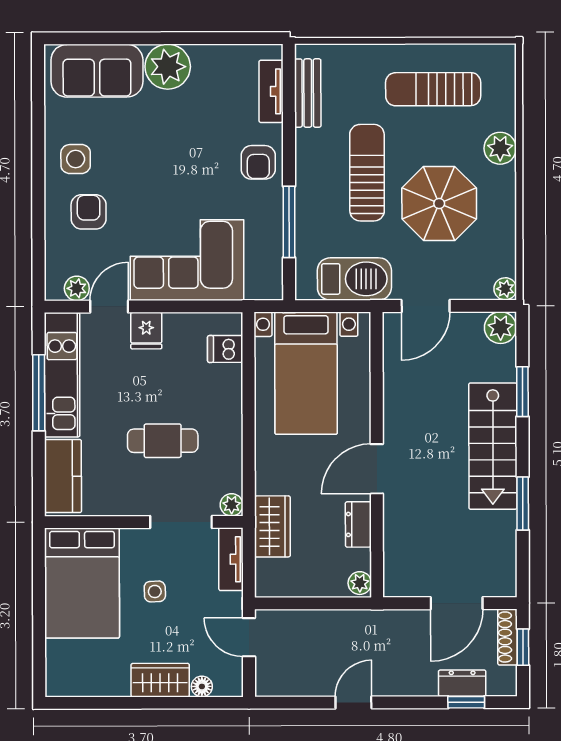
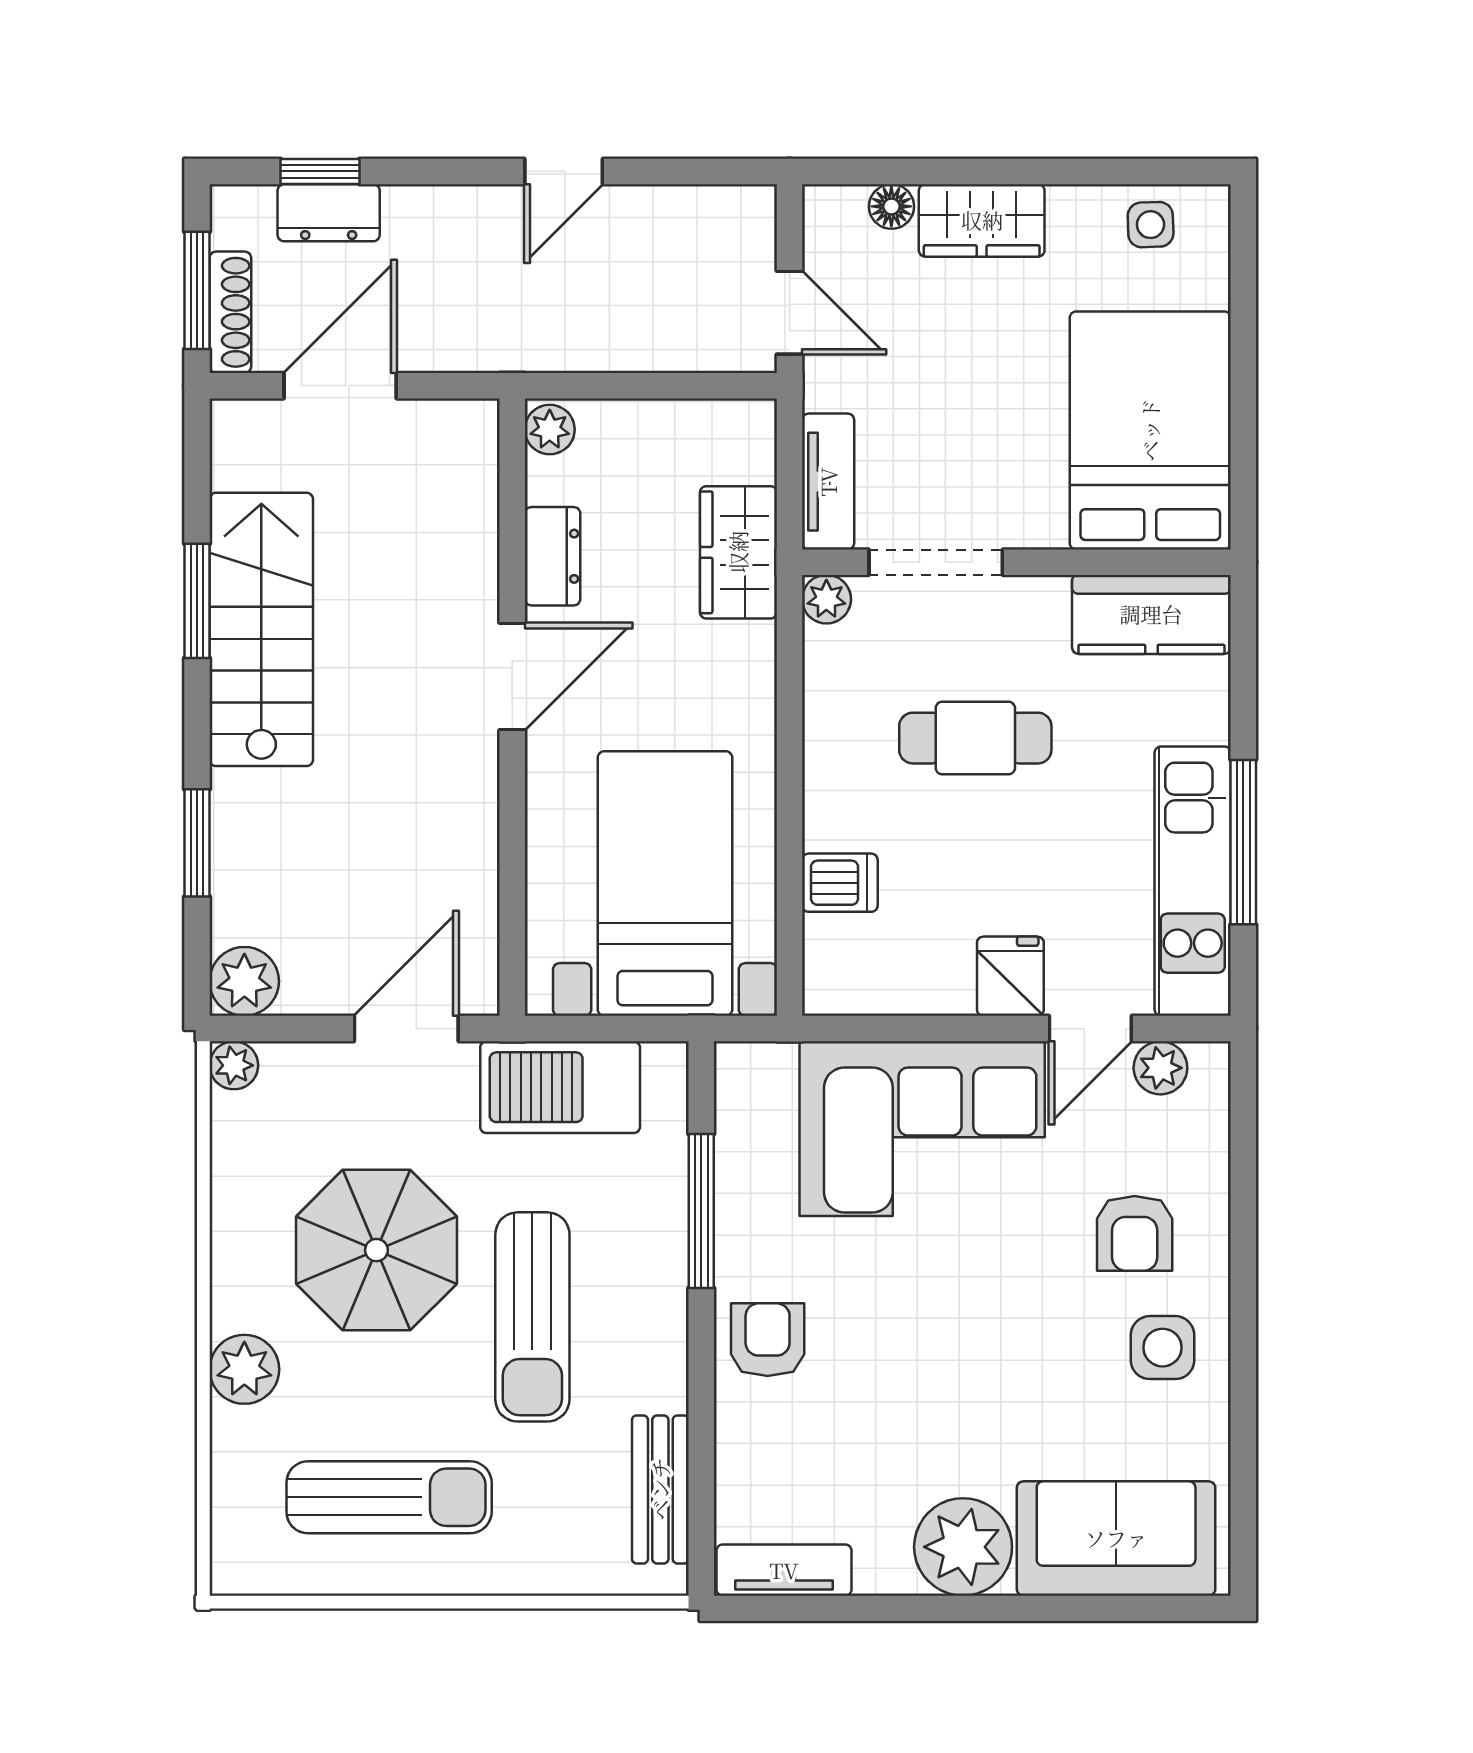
tv unit: (271, 91) -> (784, 1570), moved, turned -90
dishwasher: (225, 349) -> (840, 883), moved
stairs: (493, 446) -> (261, 629), moved
kitchen counter: (63, 476) -> (1151, 614), moved, turned -90
side table: (155, 591) -> (1151, 225), moved
window: (523, 647) -> (197, 290), width x1.50

